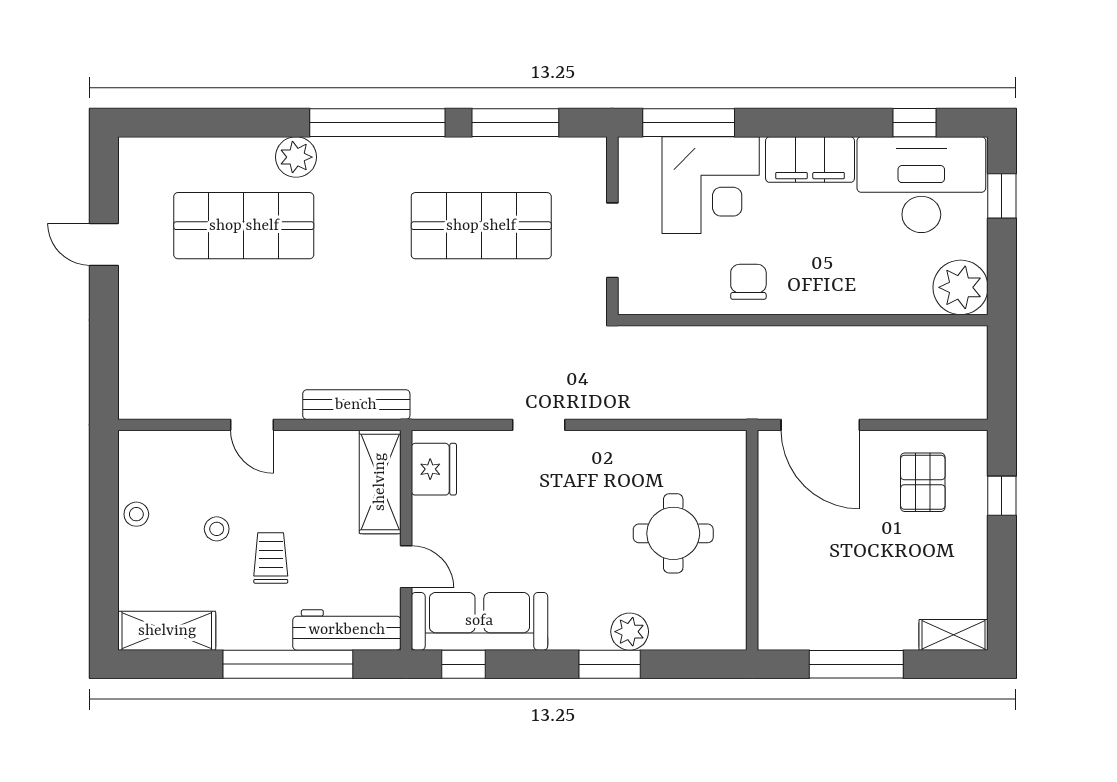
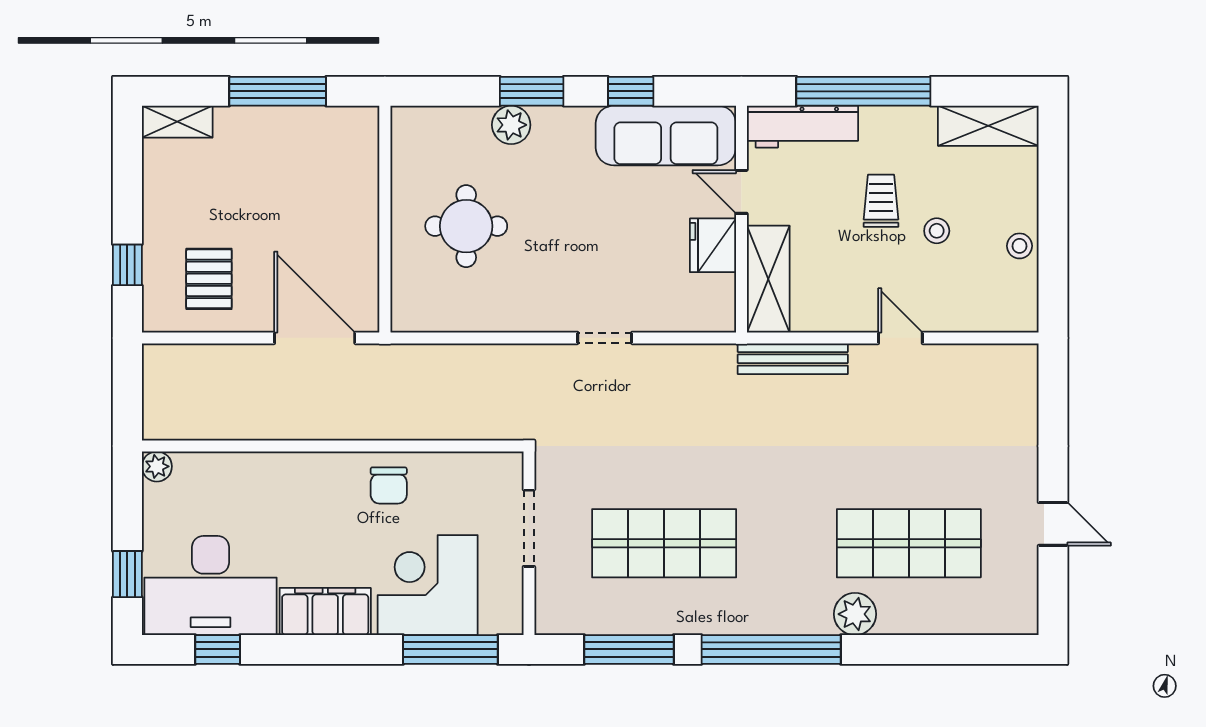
plant: (961, 287) -> (157, 466), width x0.53, depth x0.53
fridge: (434, 469) -> (713, 245), moved
trolley: (271, 558) -> (881, 201), turned 180
window: (464, 664) -> (631, 91), moved

